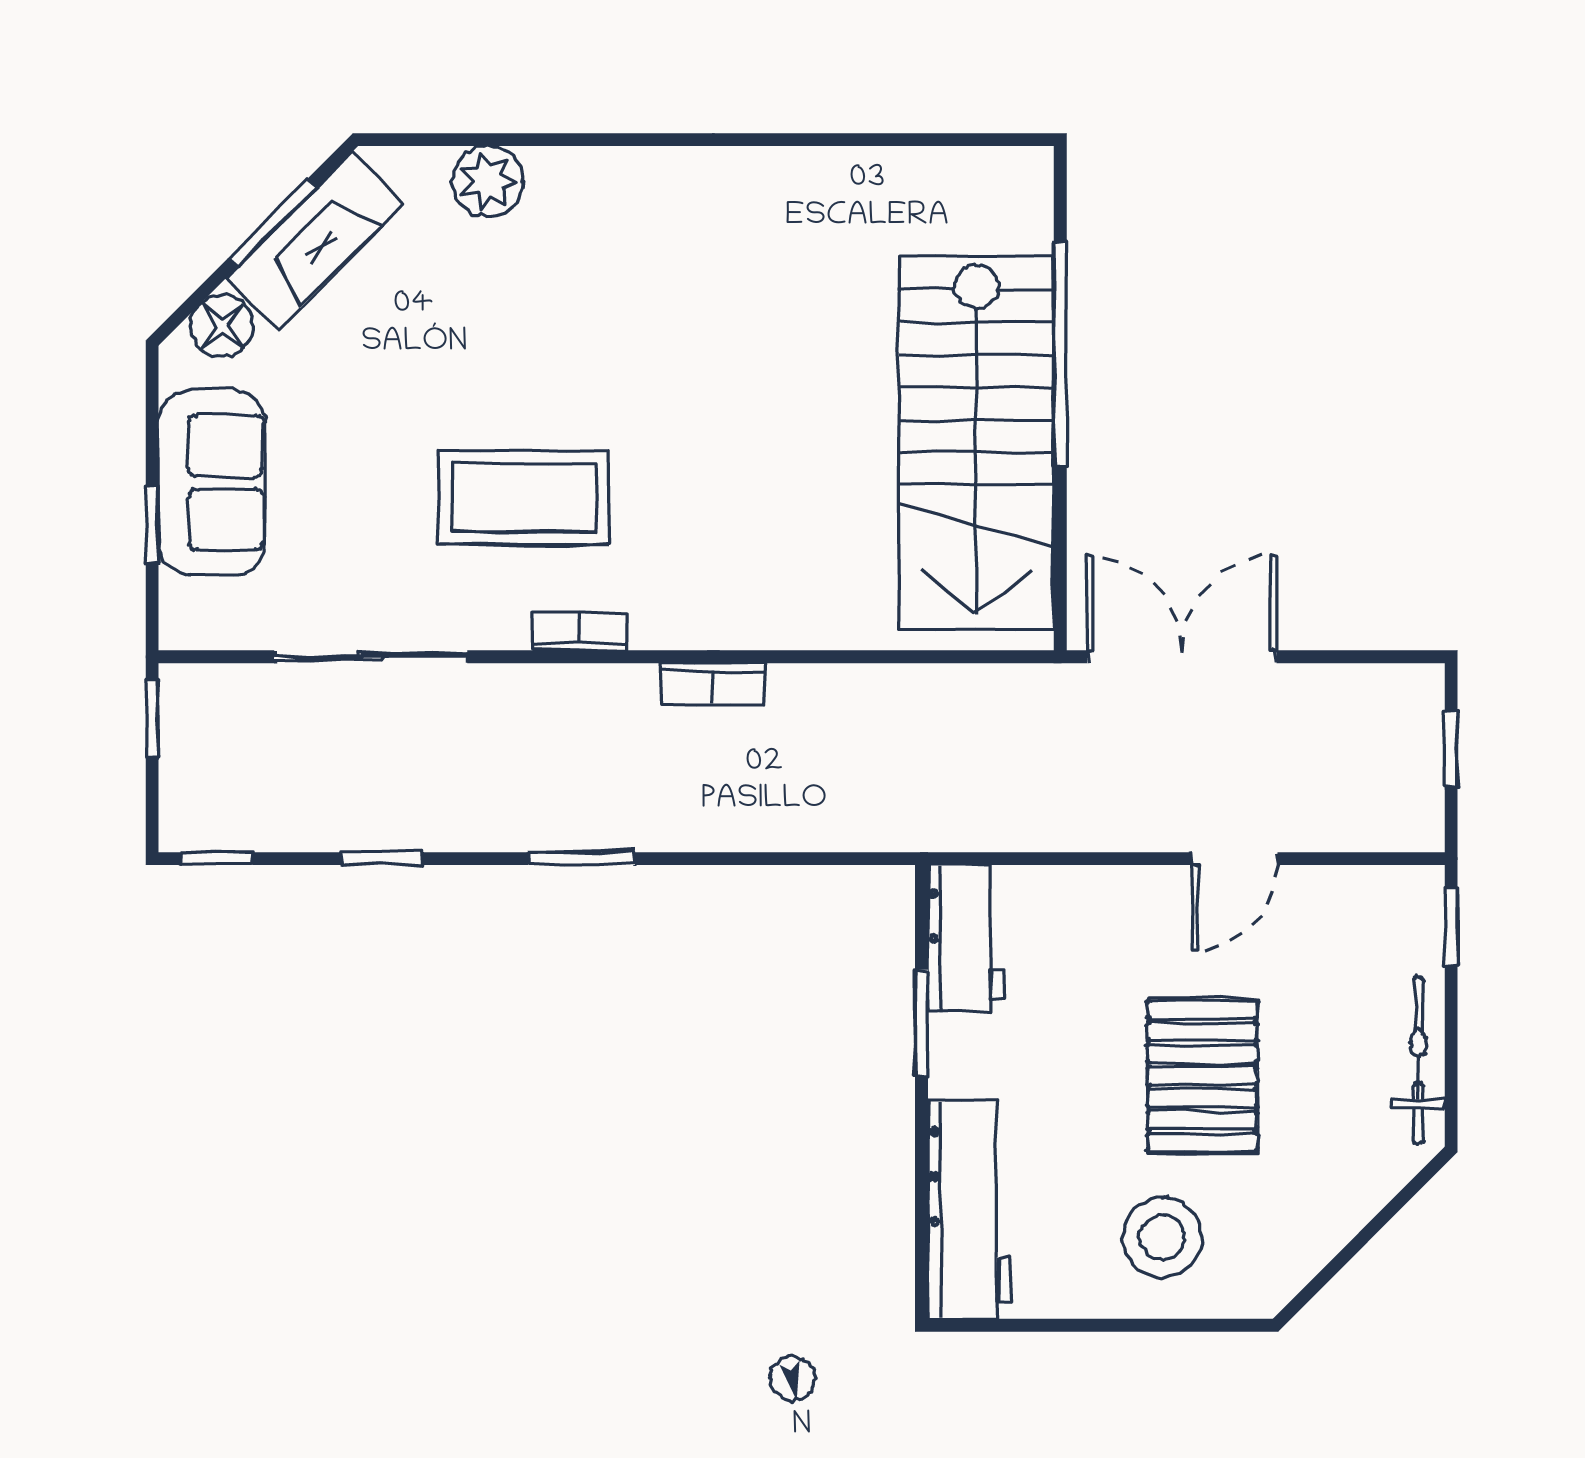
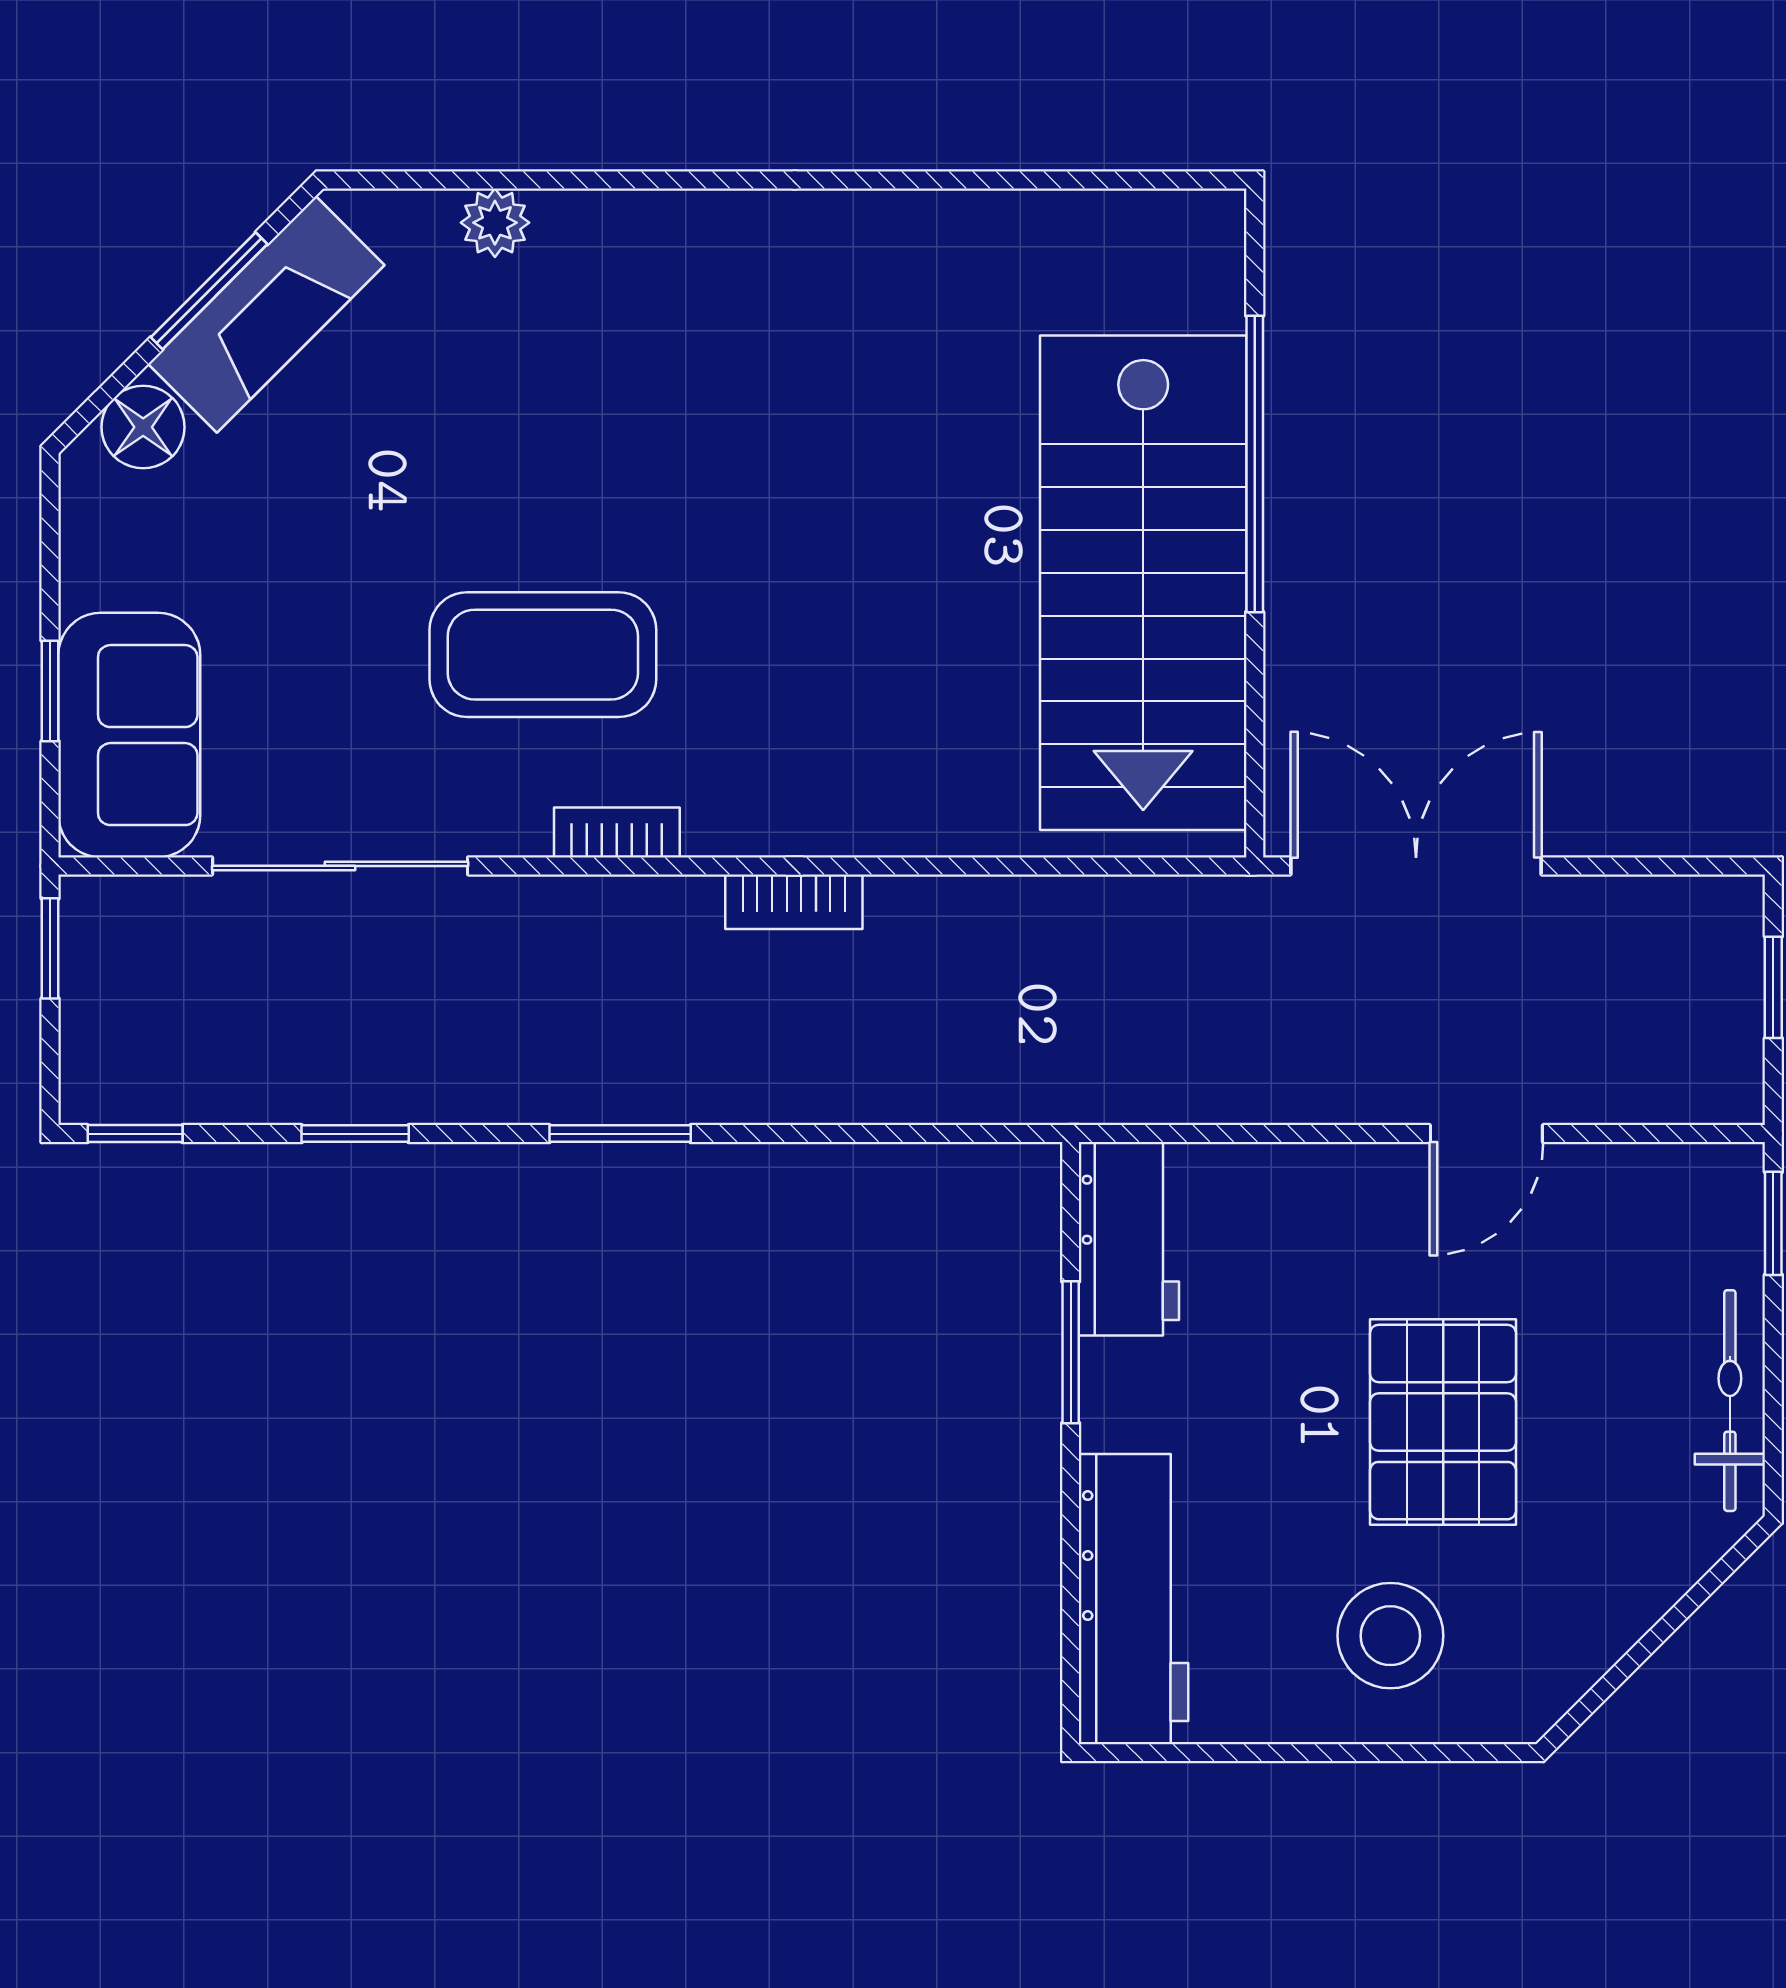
plant: (488, 182) -> (495, 223), width x0.73, depth x0.73
sofa: (212, 483) -> (129, 735), moved

